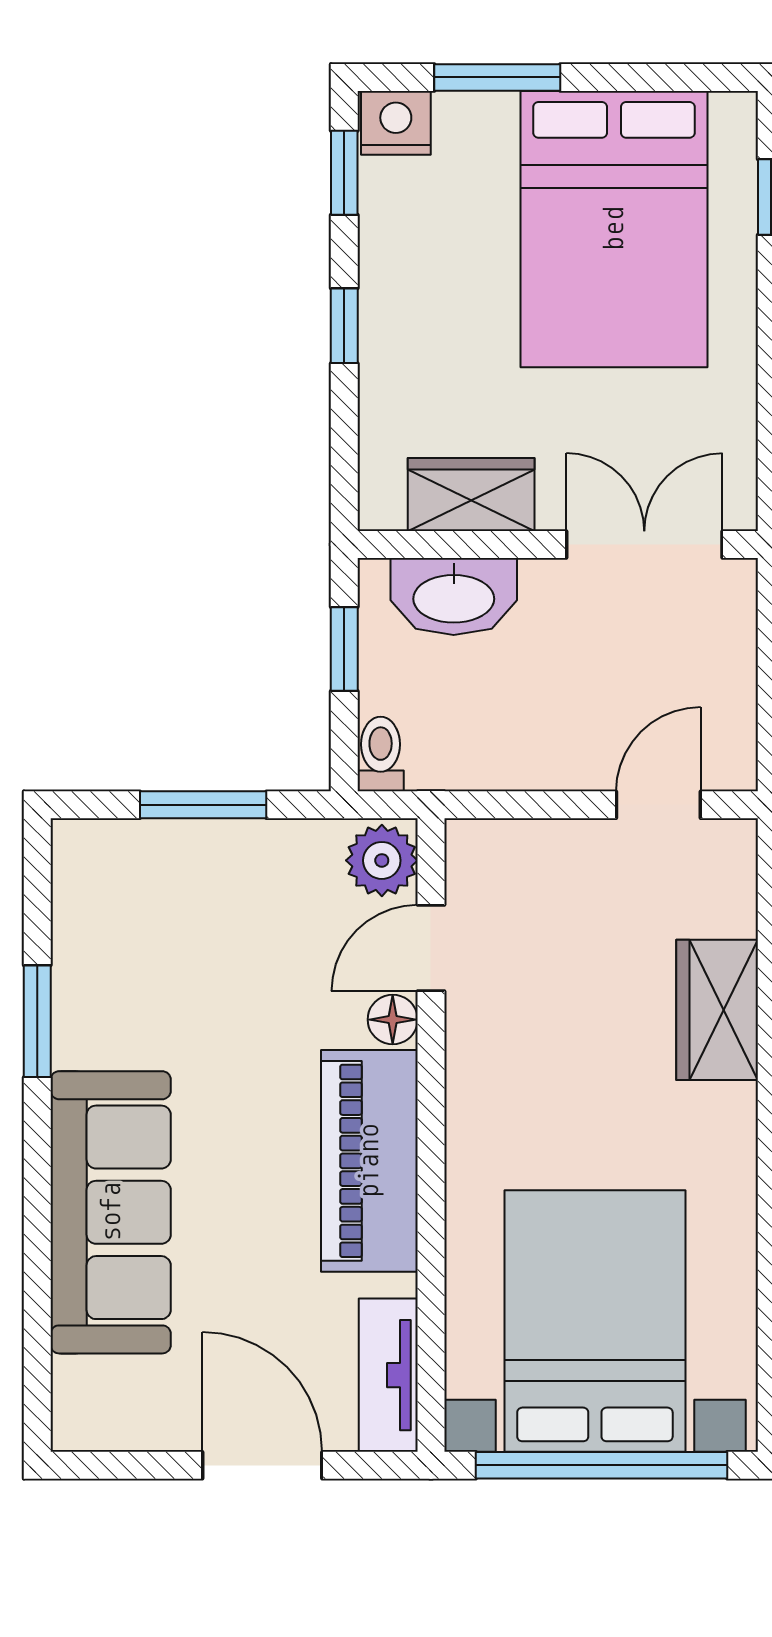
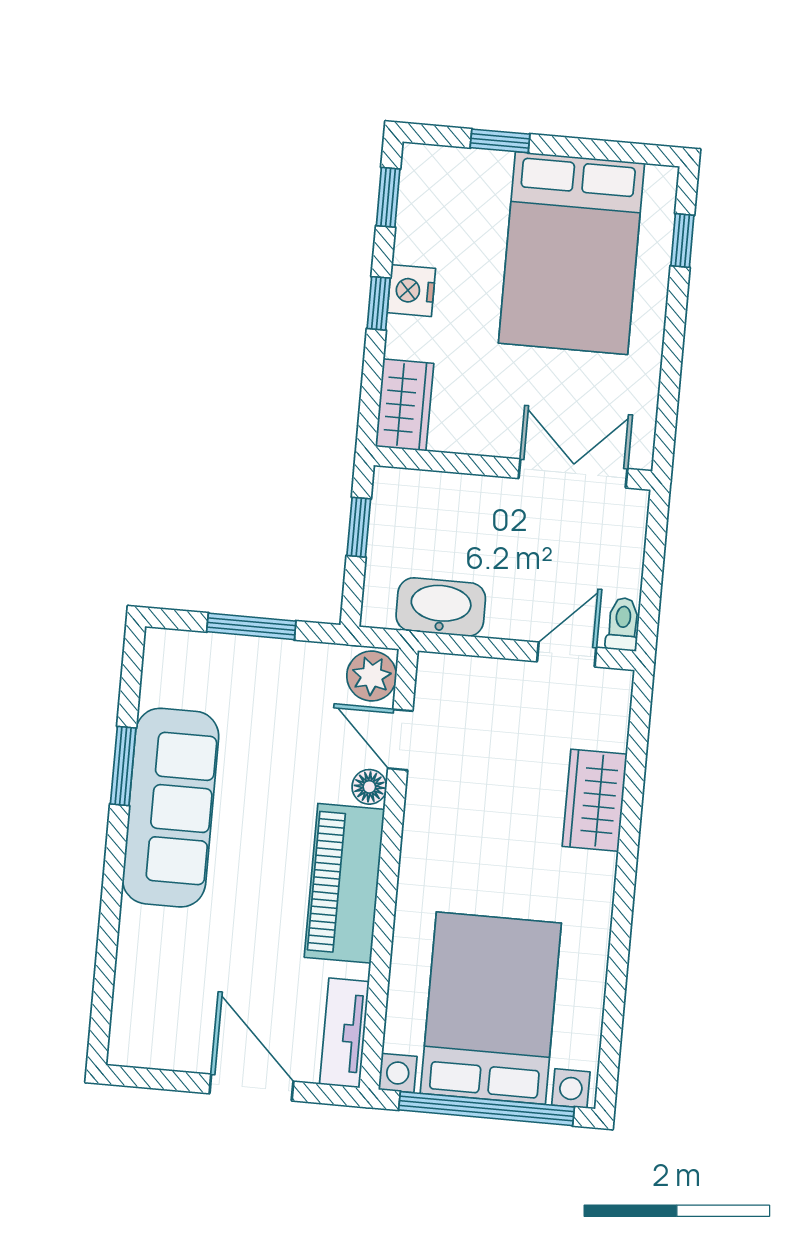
window: (497, 77) -> (500, 141), width x0.67
nightstand: (396, 123) -> (411, 291), moved, turned -90
wardrobe: (471, 495) -> (404, 405), moved, turned 90
washbasin: (454, 596) -> (441, 607), moved, turned 180
toilet: (381, 754) -> (623, 624), moved
door: (431, 948) -> (400, 740), hinge flipped
sofa: (111, 1212) -> (171, 808), moved

